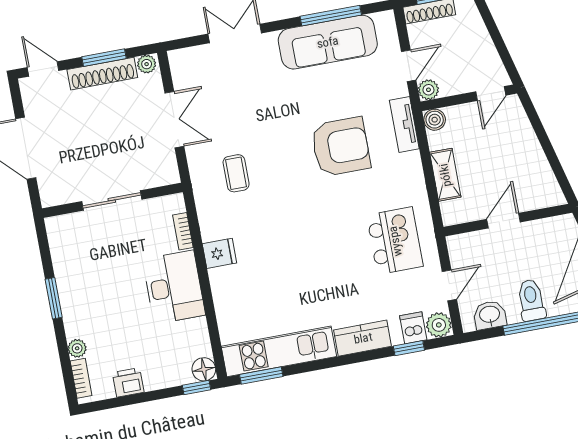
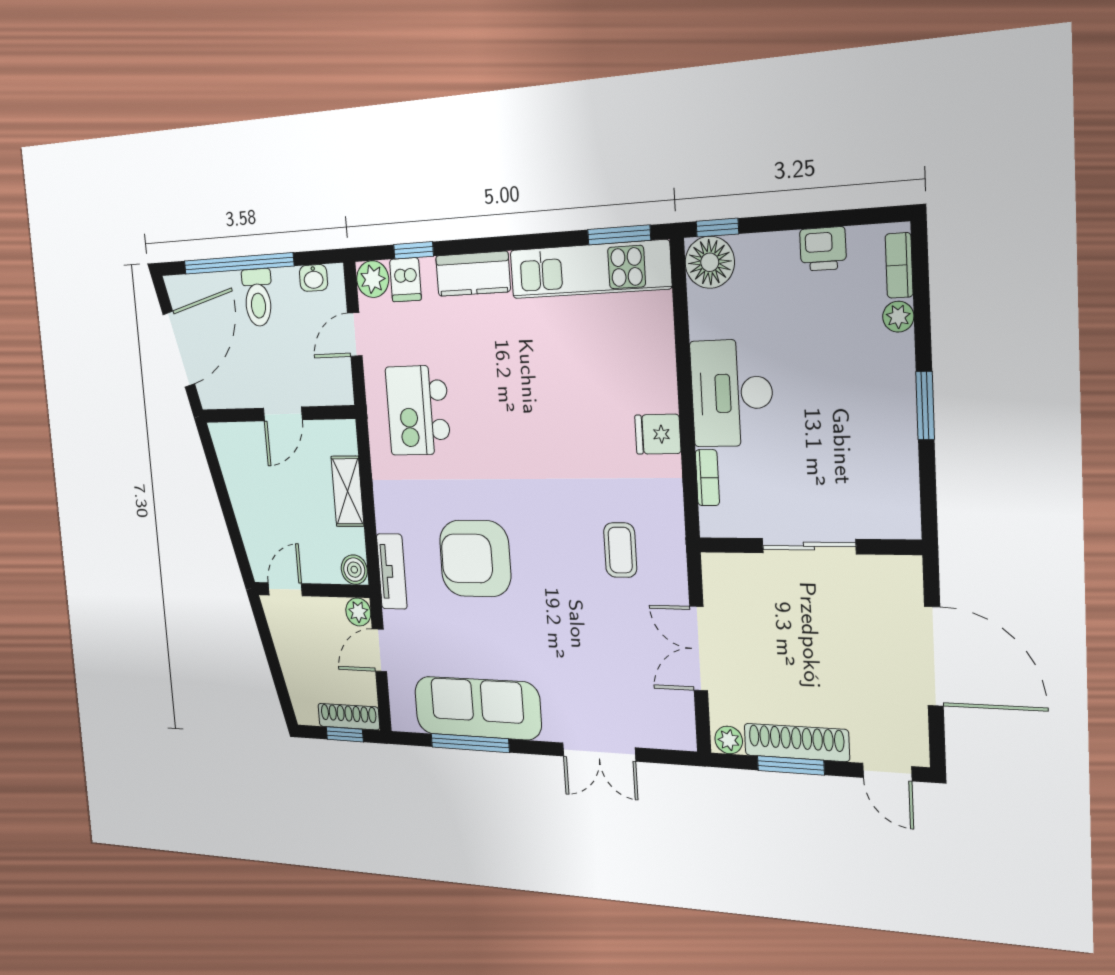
washbasin: (490, 315) -> (313, 278), width x0.72, depth x0.69
floor lamp: (204, 369) -> (710, 262), width x1.38, depth x1.38

